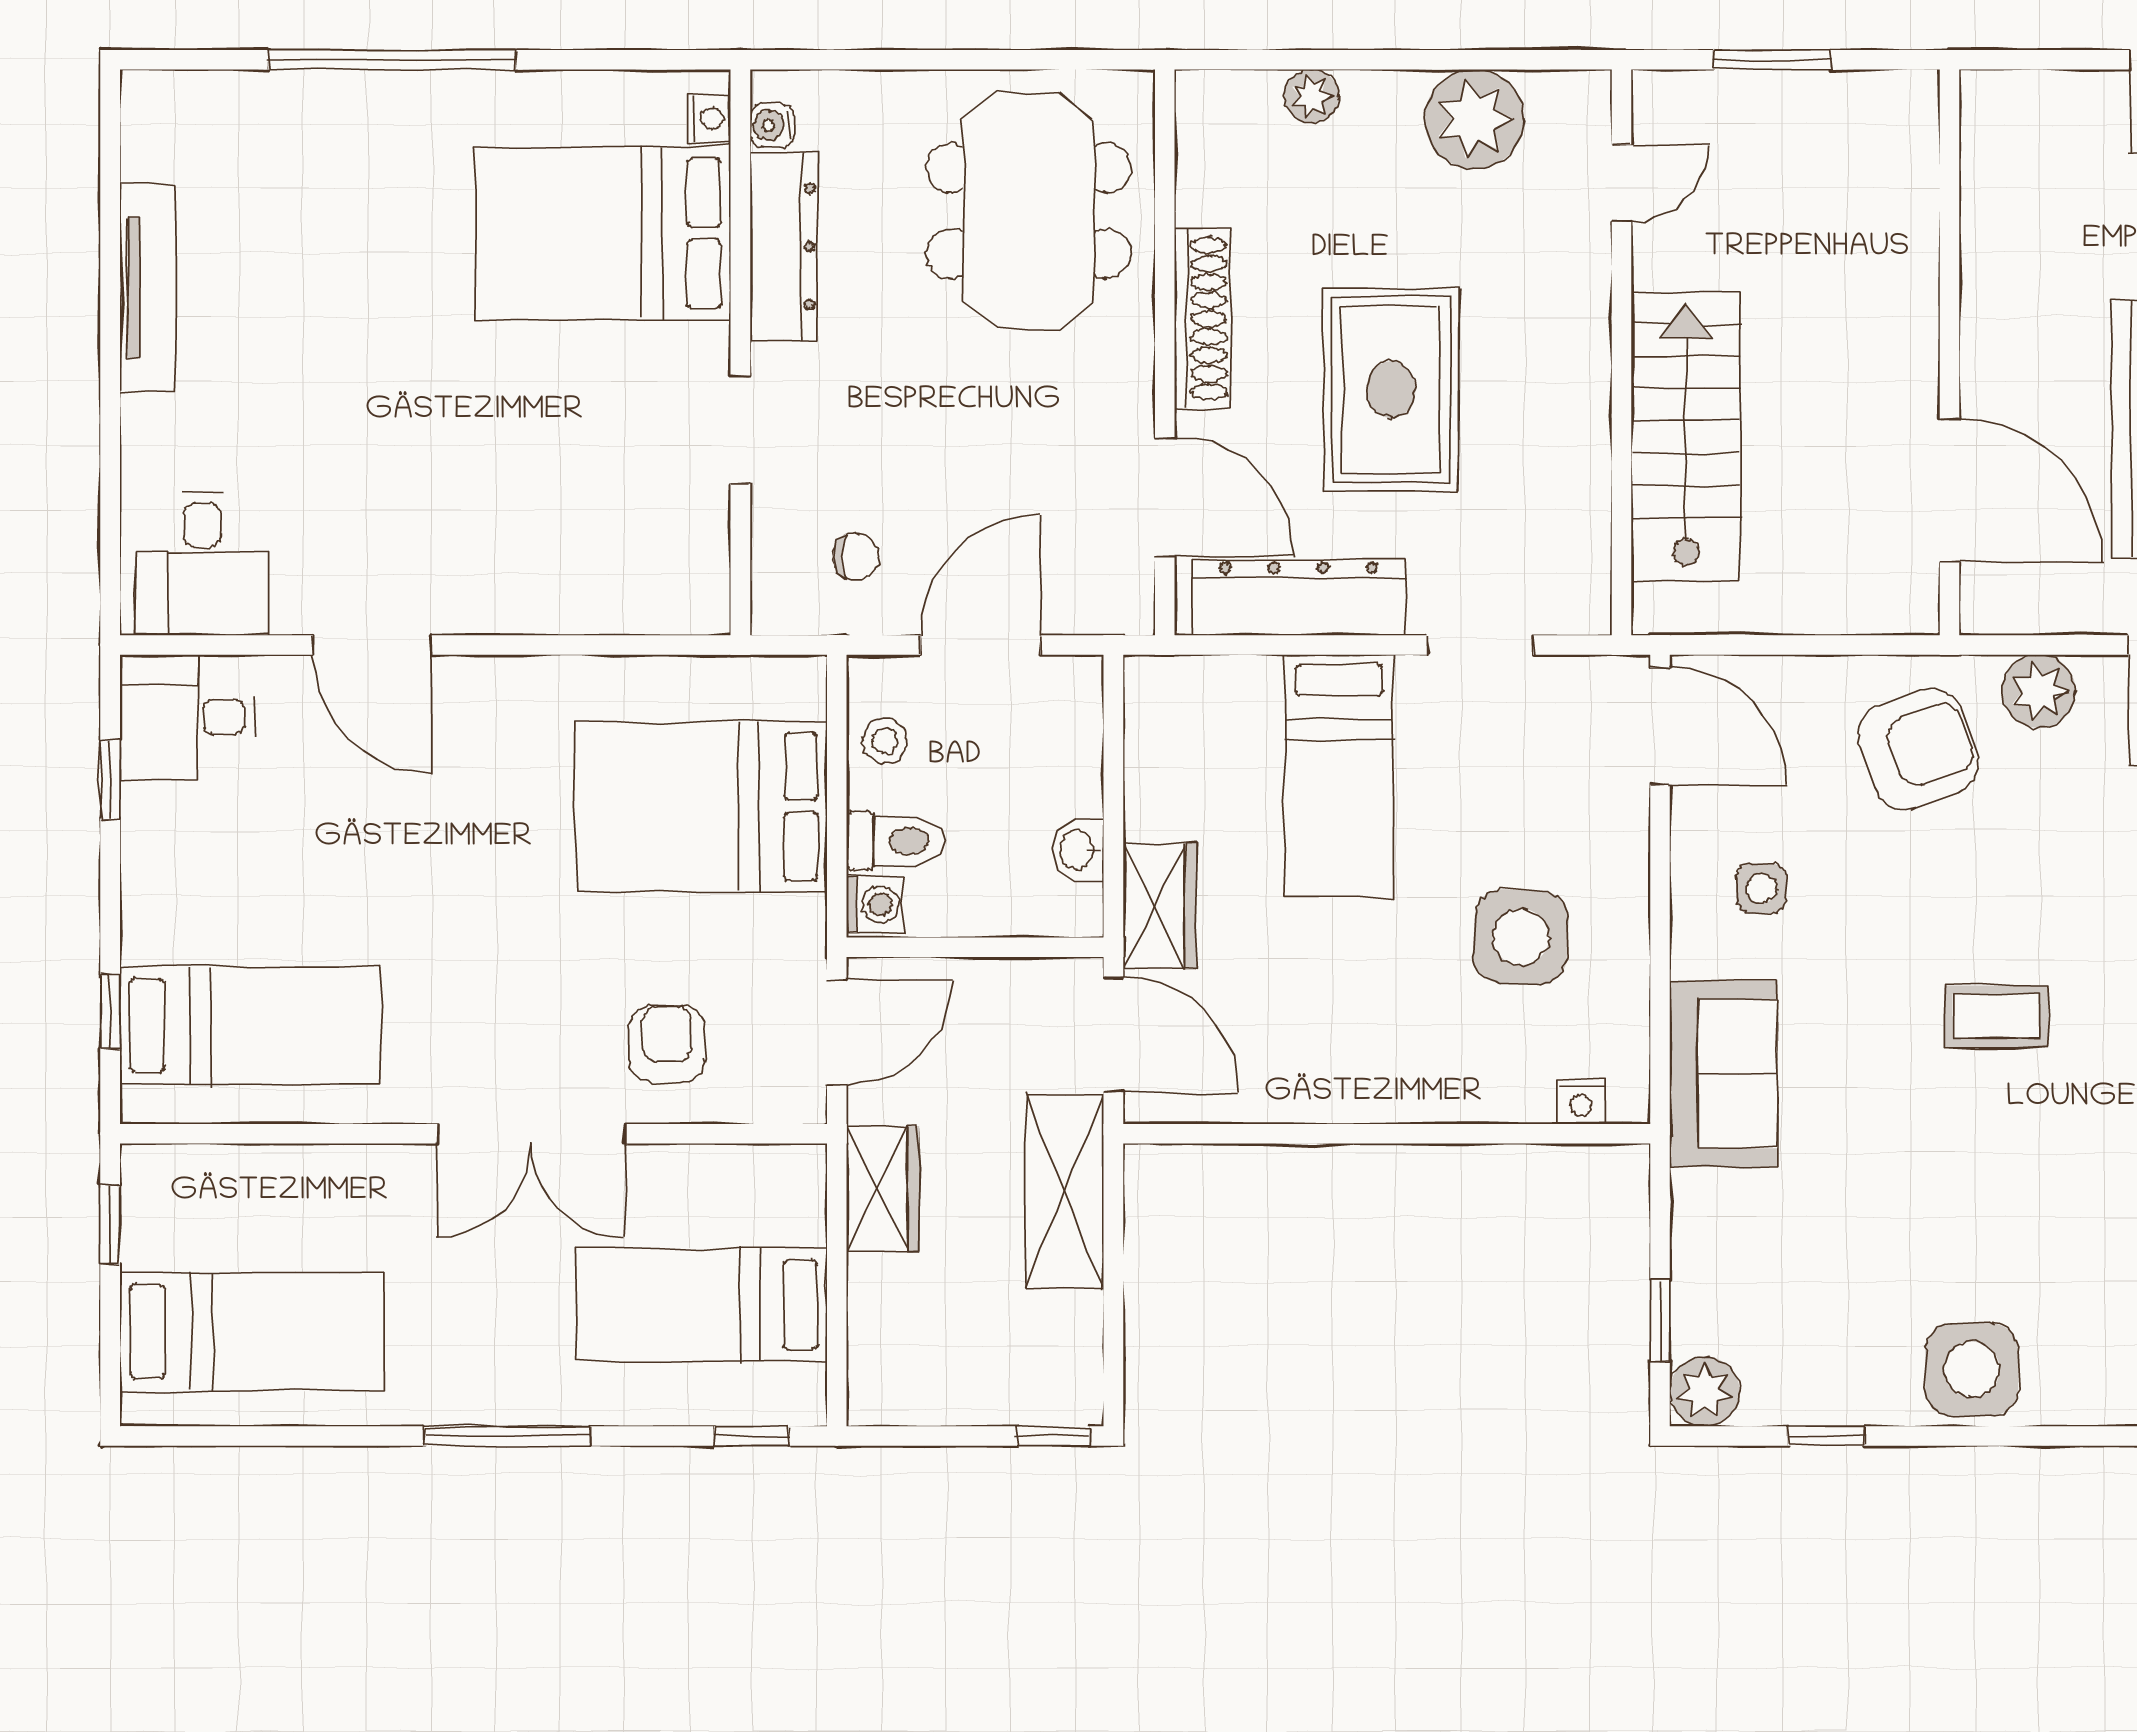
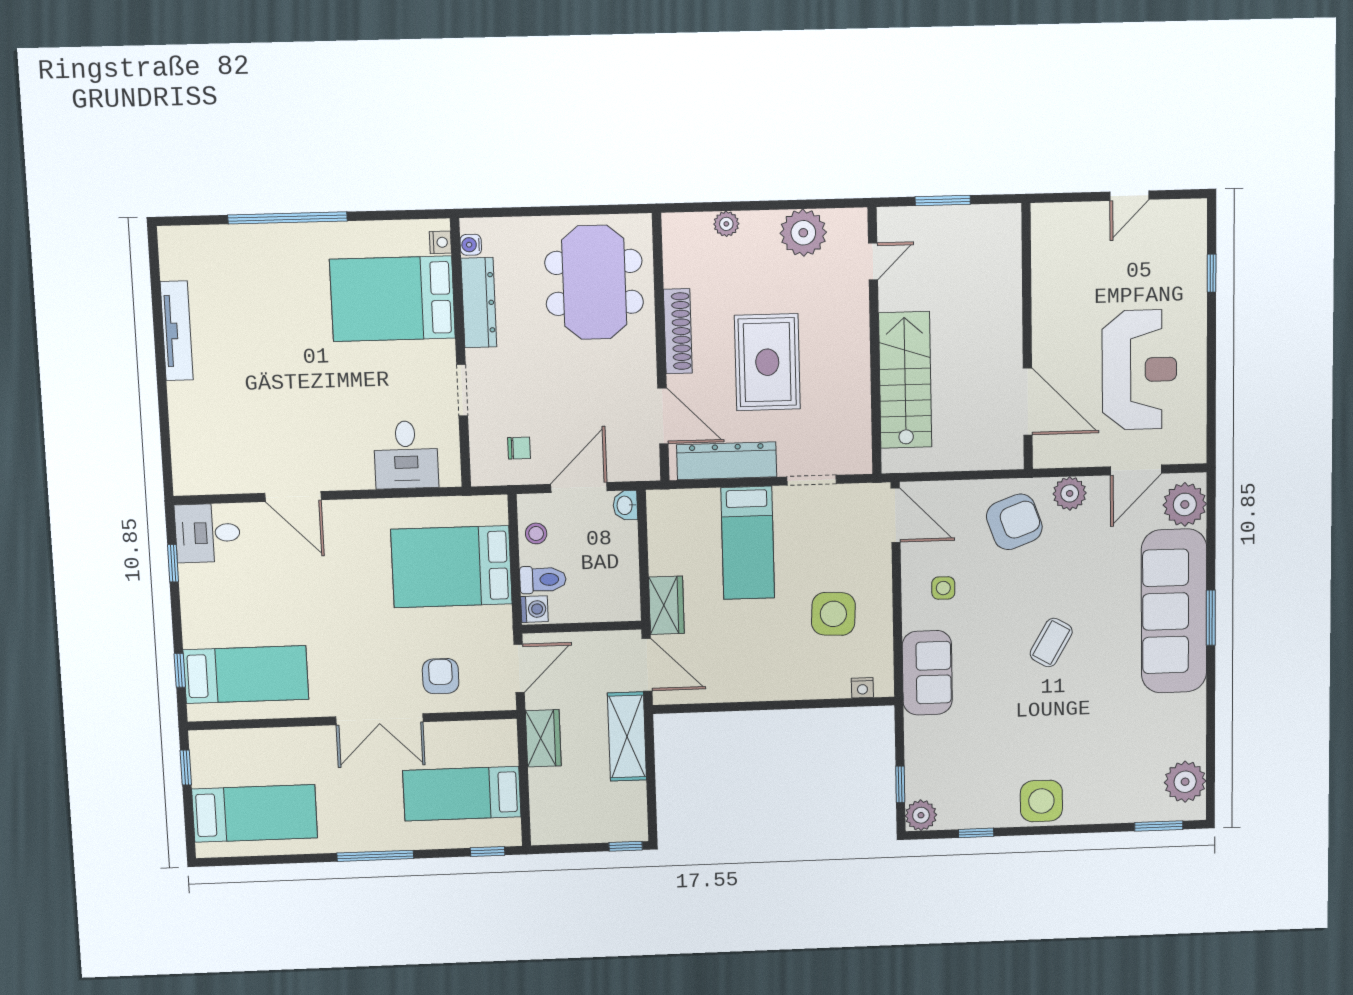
desk: (202, 563) -> (406, 455), moved
washbasin: (1078, 850) -> (625, 505), moved
coffee table: (1996, 1017) -> (1051, 643), turned -60

